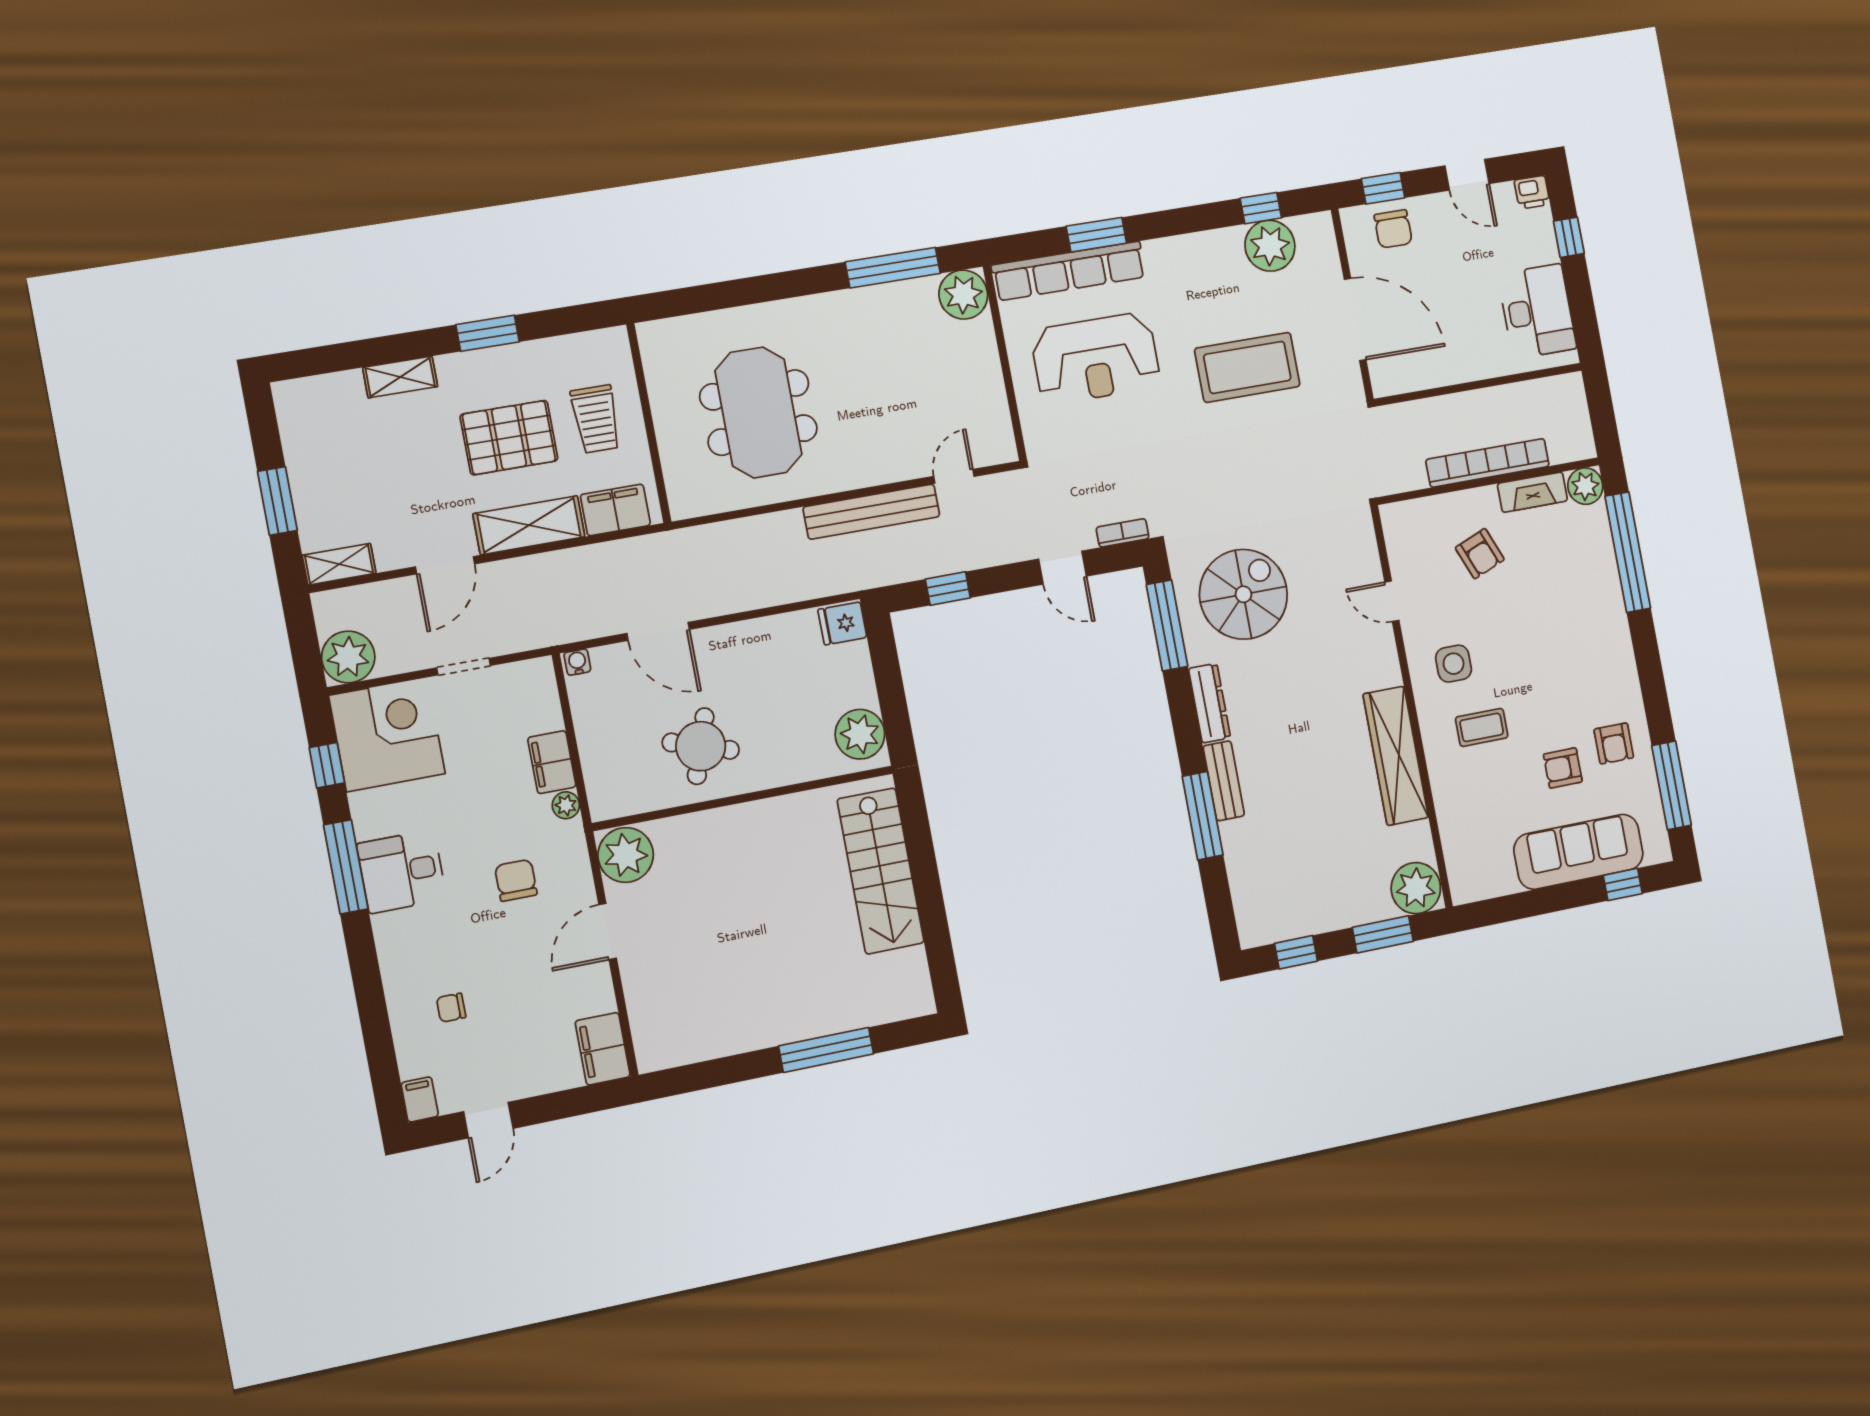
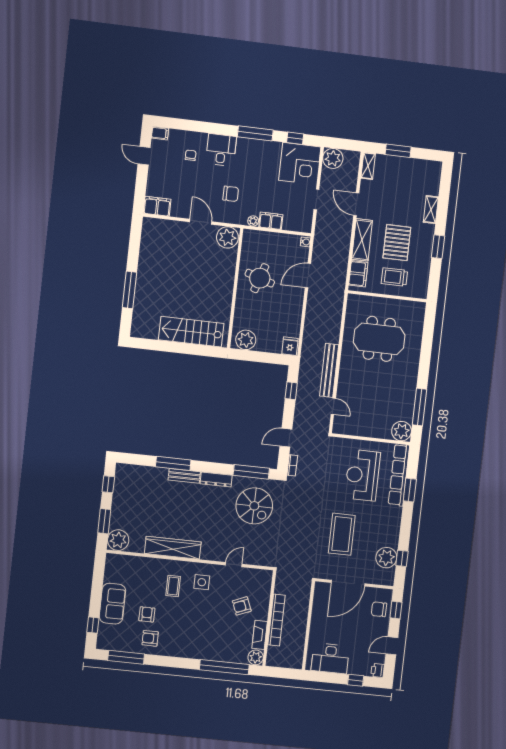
sofa: (1579, 852) -> (112, 604), width x0.73
desk: (402, 871) -> (221, 150), moved

